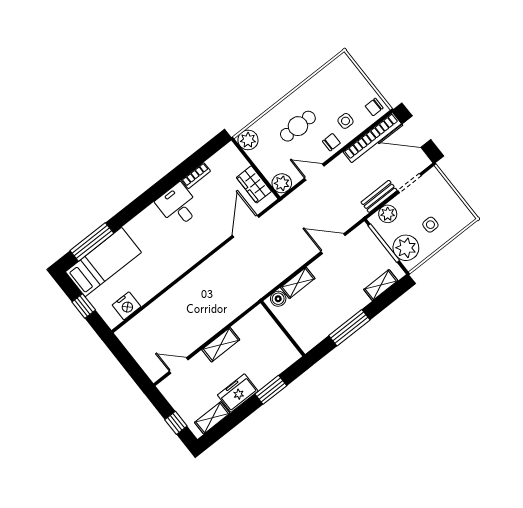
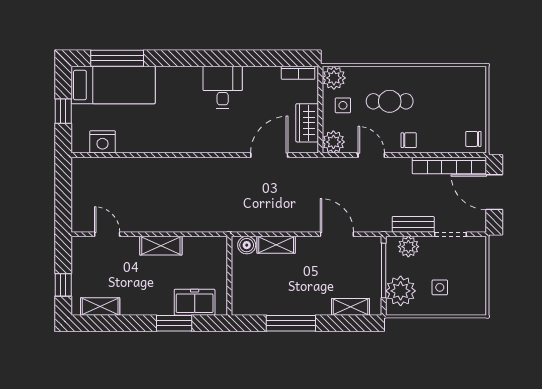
side table: (345, 121) -> (343, 105), moved
bookcase: (196, 176) -> (298, 73), moved
freezer: (238, 393) -> (195, 302), moved

